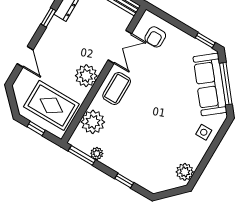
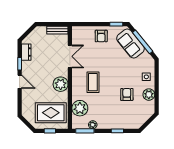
armchair: (155, 37) -> (101, 36), moved
door: (25, 57) -> (20, 82), moved
sofa: (210, 84) -> (130, 44), width x0.73
coffee table: (117, 88) -> (93, 82), moved
armchair: (165, 140) -> (127, 94), added
plant: (185, 172) -> (149, 95), moved

